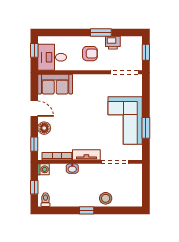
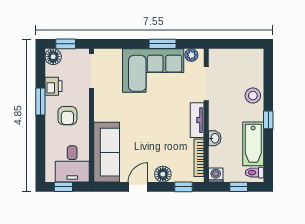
floor lamp: (136, 42) -> (53, 57), added
armchair: (90, 54) -> (67, 116), turned 180
sofa: (55, 84) -> (107, 152), width x1.36
plant: (137, 150) -> (191, 55), added
bathtub: (68, 199) -> (253, 144), added

